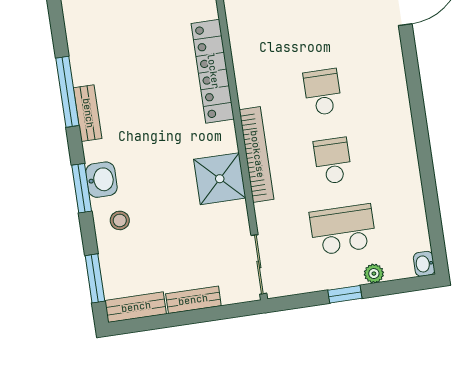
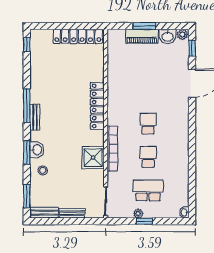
plant: (374, 274) -> (138, 213), moved

